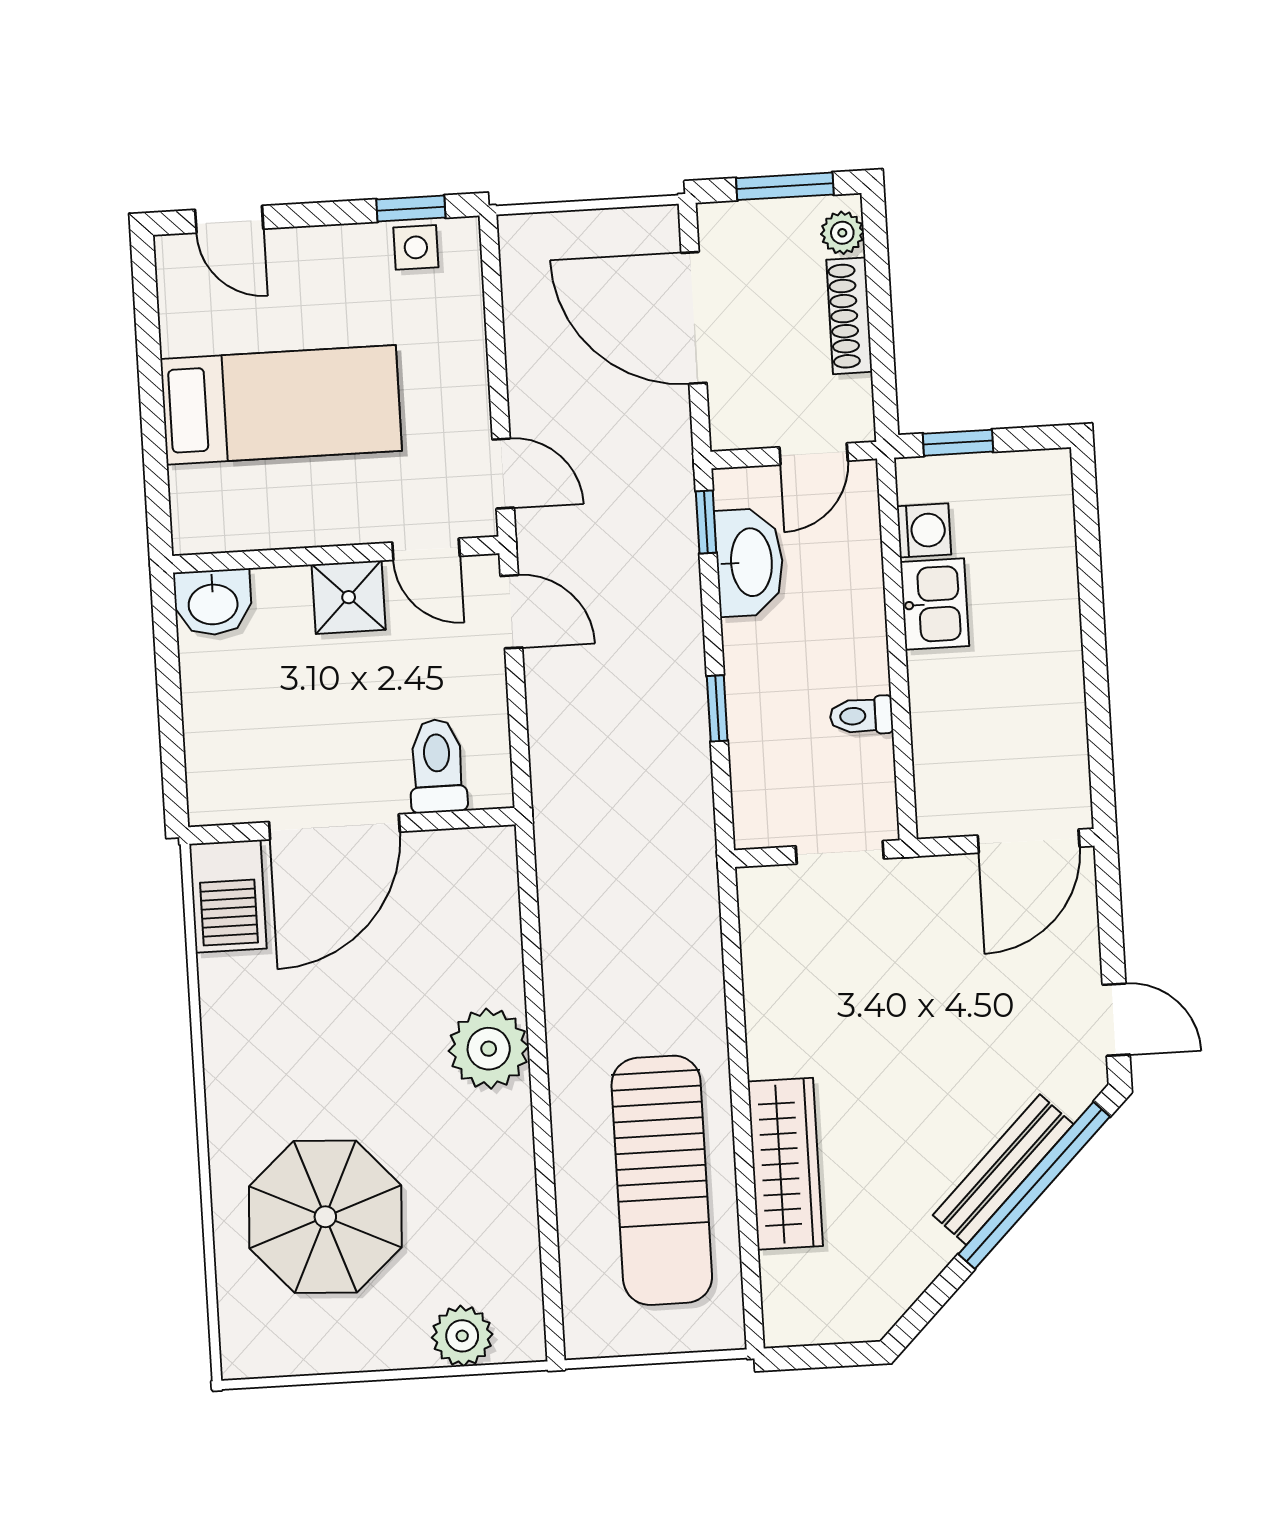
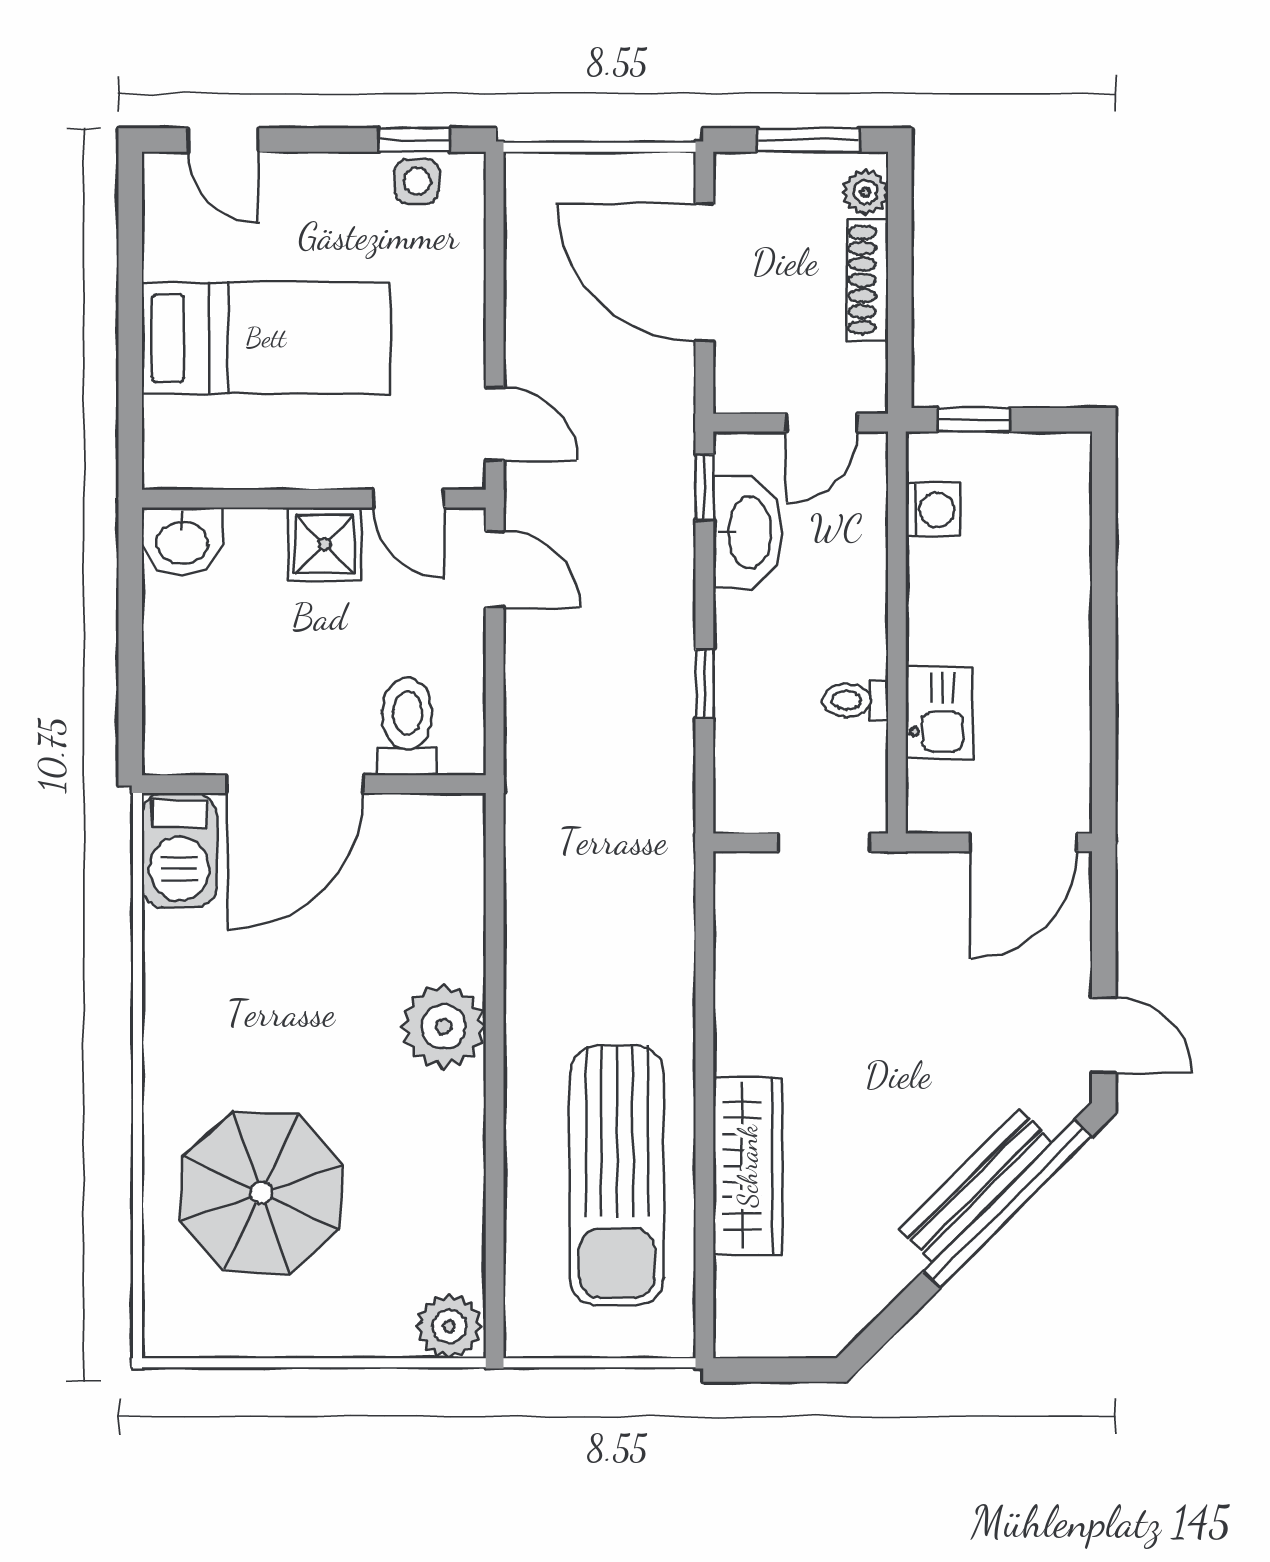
kitchen sink: (935, 604) -> (939, 713), moved
plant: (462, 1336) -> (449, 1326), moved

